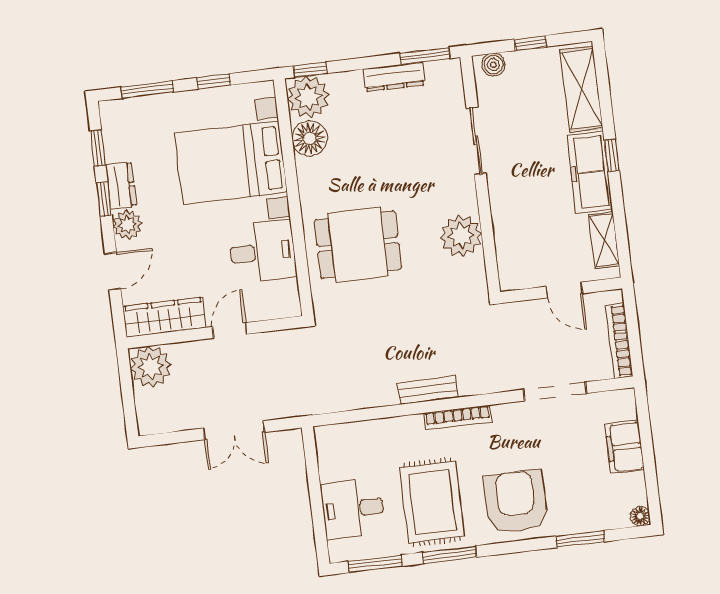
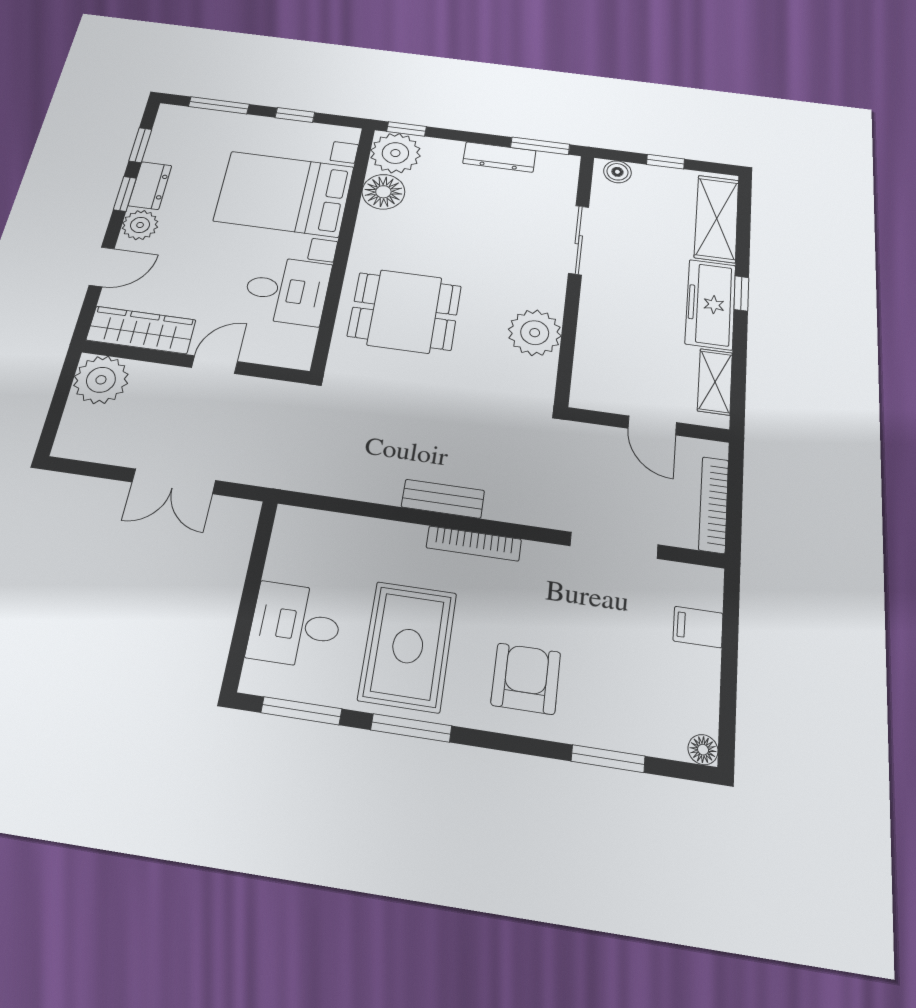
filing cabinet: (625, 447) -> (698, 627), width x0.50
armchair: (516, 502) -> (526, 678), width x0.73, depth x0.73

